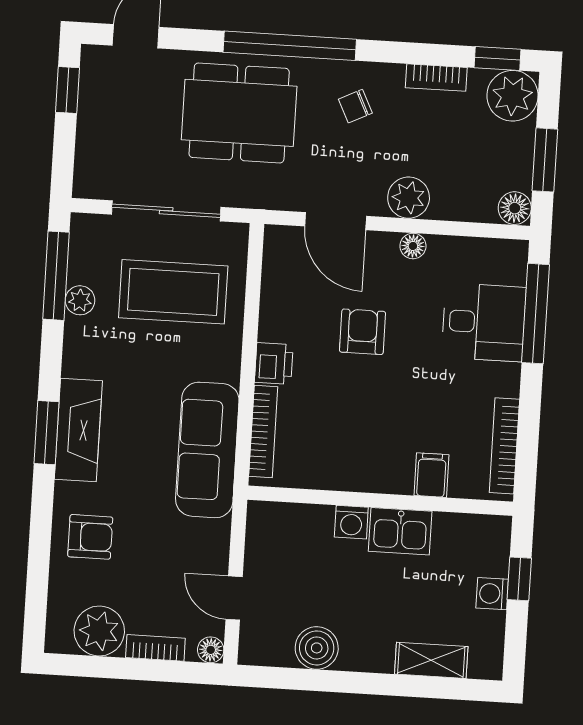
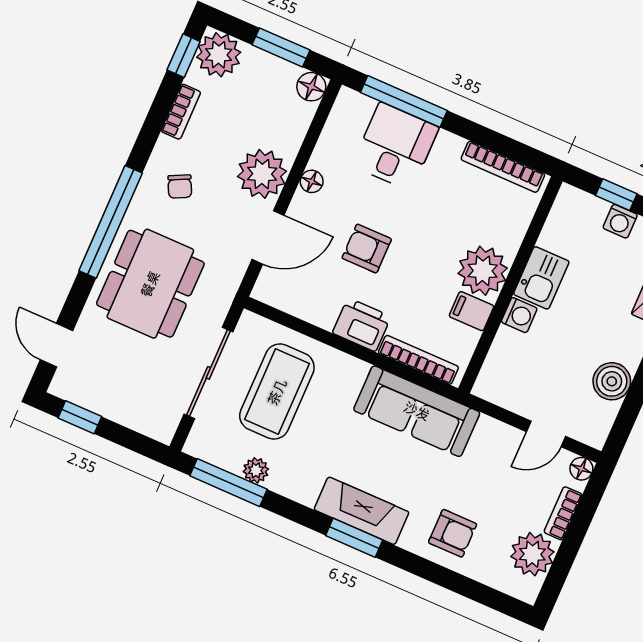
plant: (409, 198) -> (262, 174), width x1.36, depth x1.36
printer: (274, 363) -> (362, 325), width x1.36, depth x1.24
plant: (384, 465) -> (483, 271), added
filing cabinet: (431, 475) -> (472, 311), moved
armchair: (90, 537) -> (453, 533), turned 90

